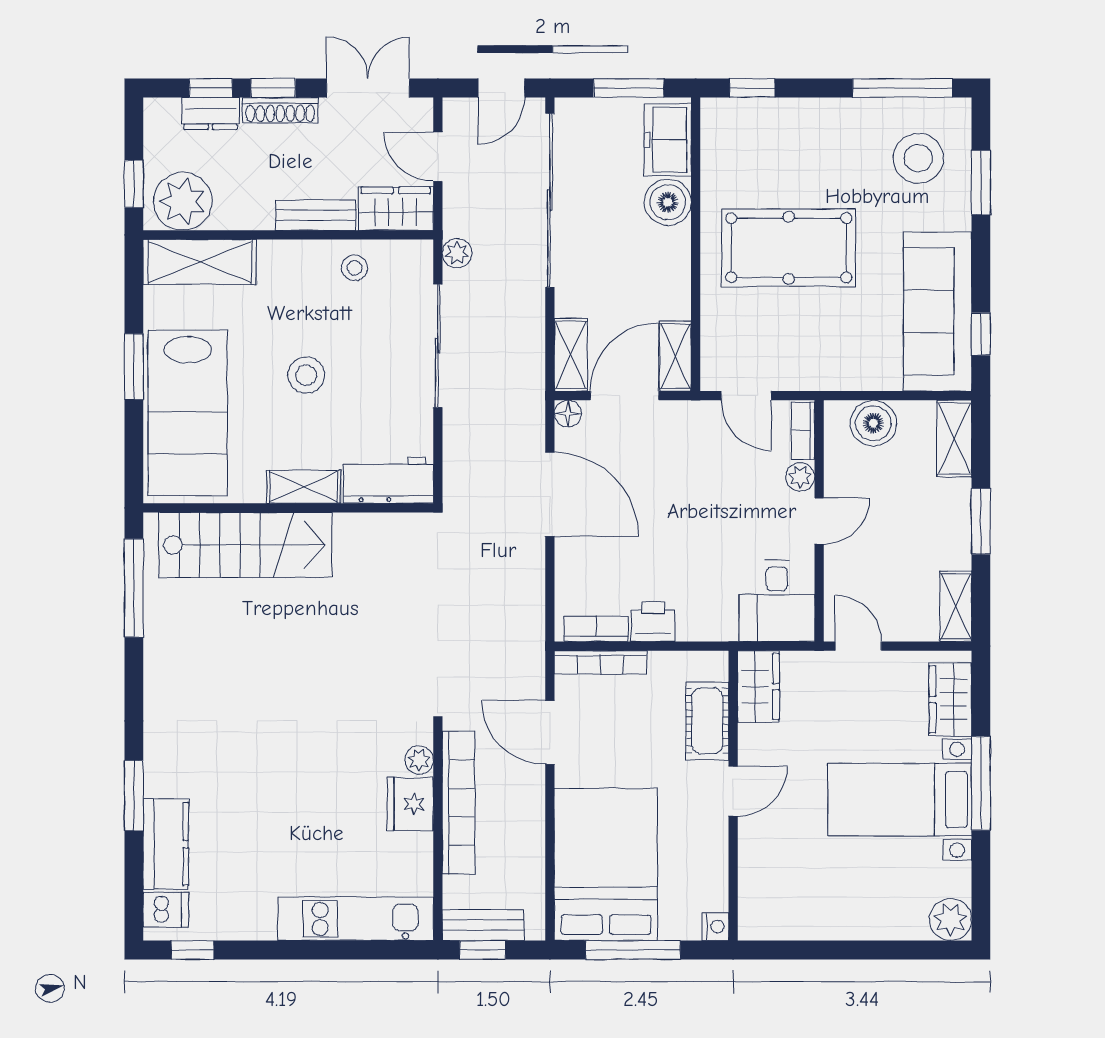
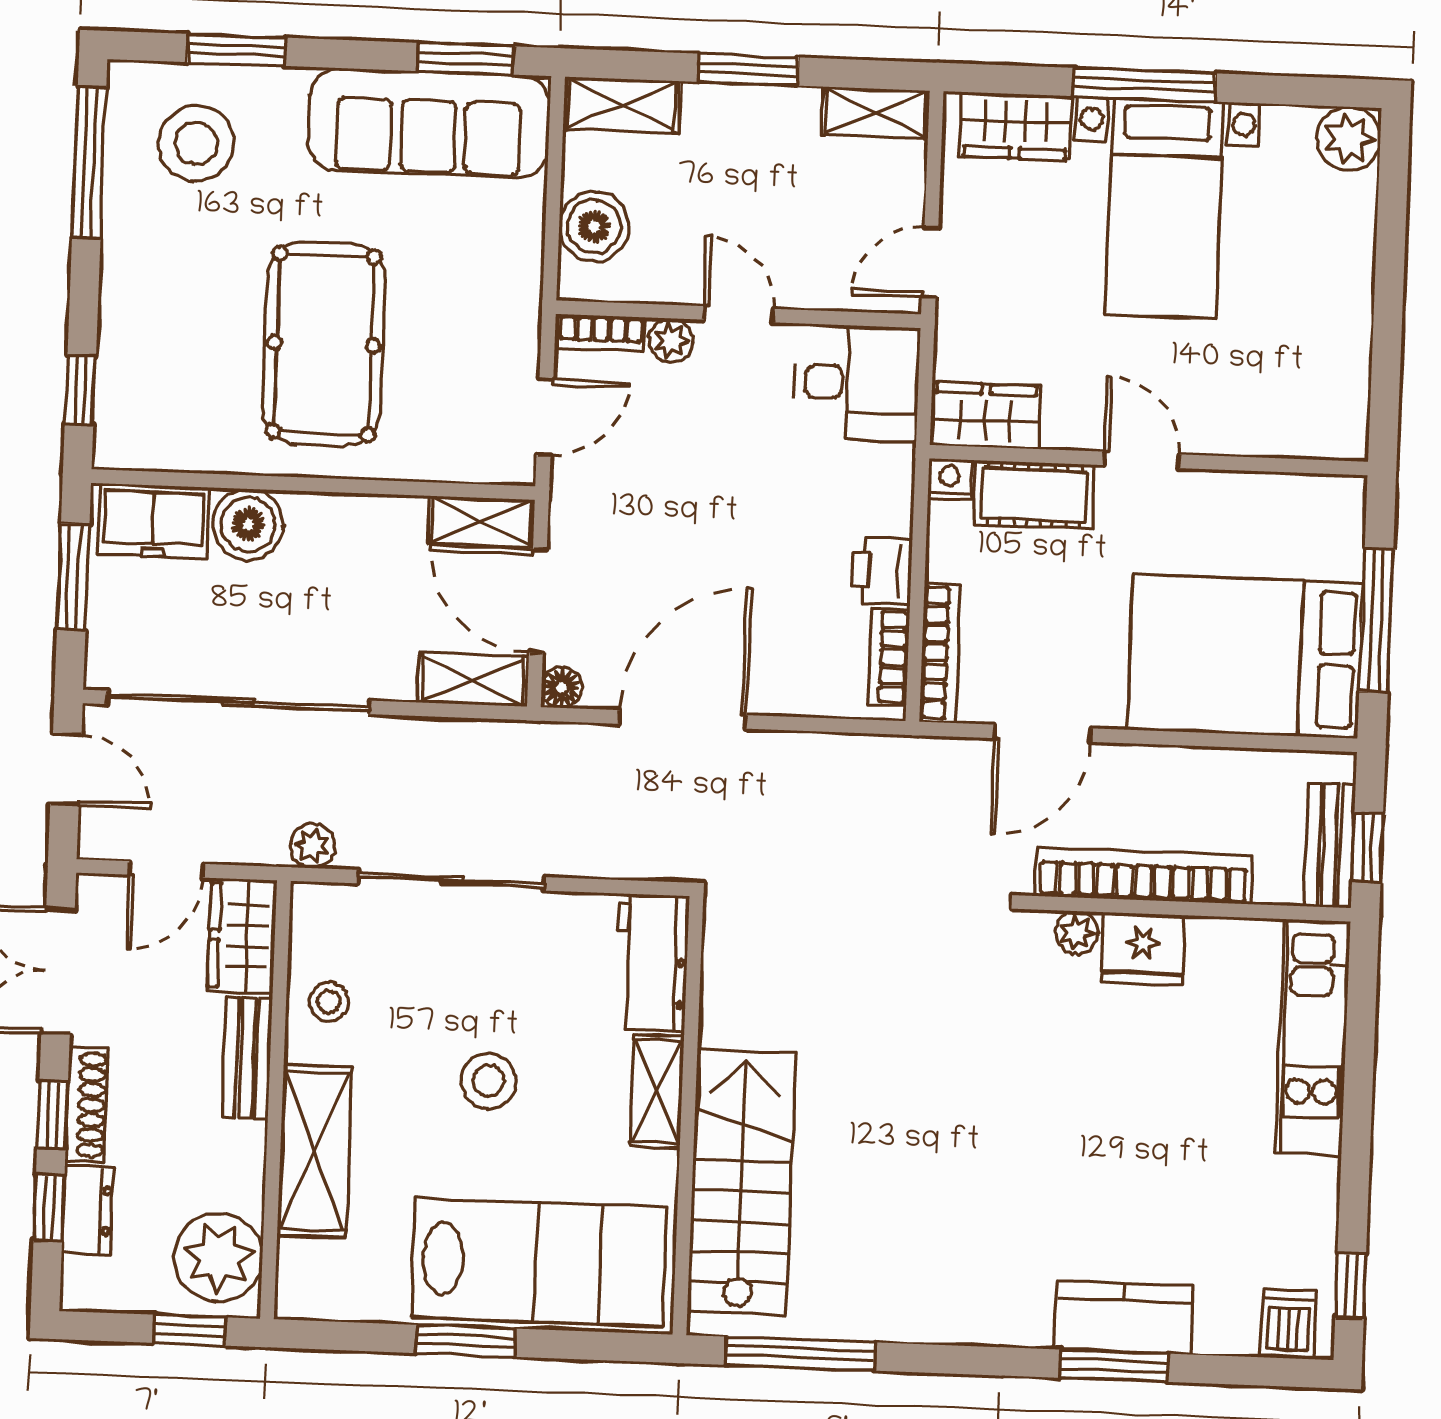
shelving: (200, 262) -> (314, 1151), moved
window: (981, 334) -> (465, 59), width x1.50
kitchen counter: (166, 844) -> (1123, 1318), moved
nightstand: (715, 927) -> (950, 479), moved

